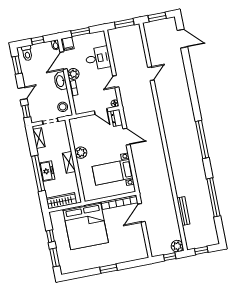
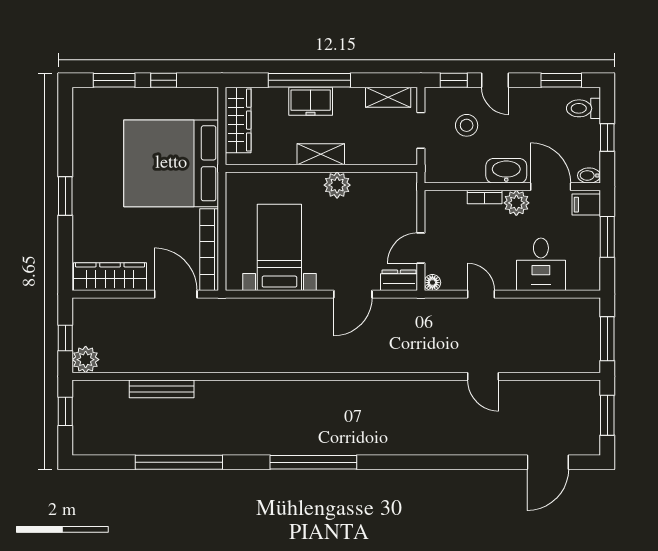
stool: (63, 107) -> (467, 125), moved
wardrobe: (139, 243) -> (110, 277), added

